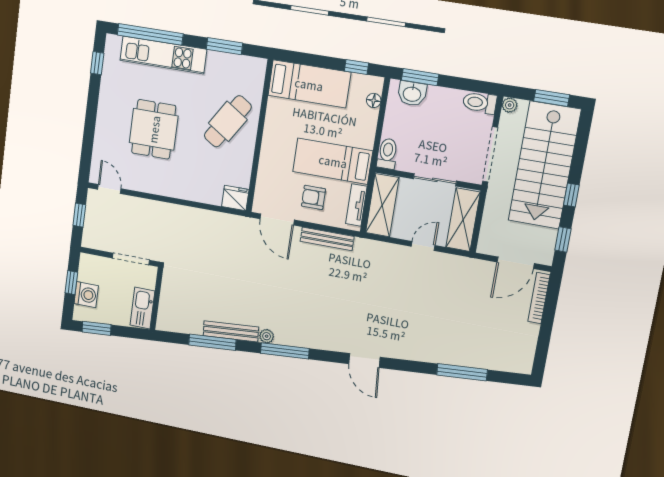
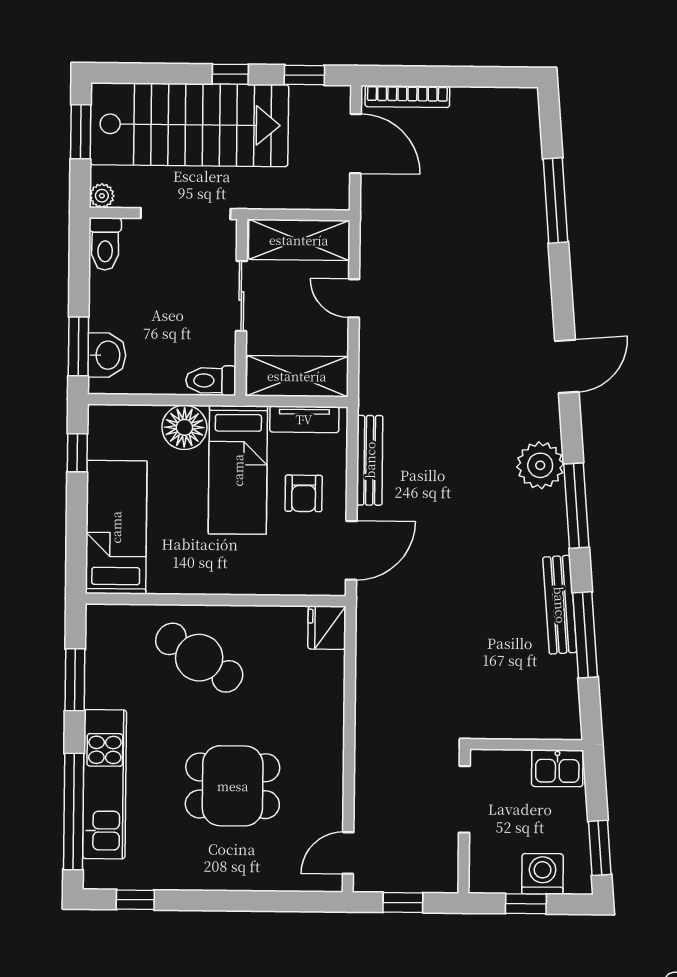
floor lamp: (374, 100) -> (184, 427), moved, width x1.89, depth x1.89
kitchen sink: (142, 308) -> (557, 768), width x0.73
plant: (267, 336) -> (540, 465), moved, width x1.88, depth x1.88

